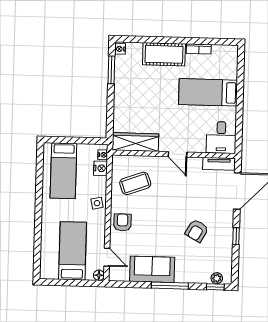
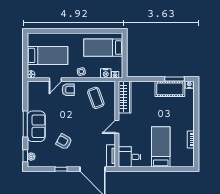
cot: (164, 54) -> (170, 89), moved, turned 90
door: (107, 257) -> (55, 80), moved
sofa: (152, 269) -> (36, 126), moved

